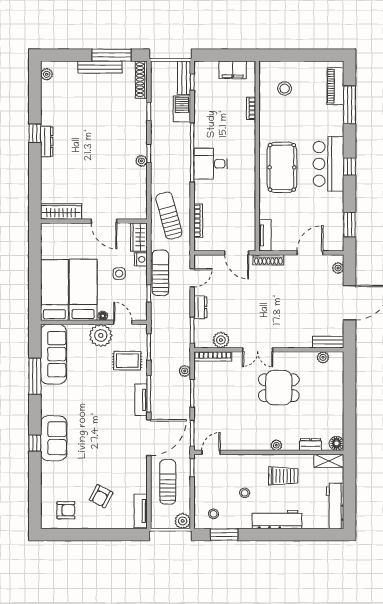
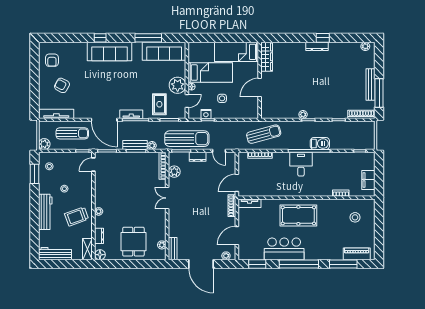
bench: (184, 78) -> (135, 145), moved
barbecue: (182, 109) -> (320, 144), moved
bar counter: (328, 164) -> (284, 249), moved
window: (349, 167) -> (299, 264), width x3.17
wardrobe: (139, 237) -> (248, 113), removed
door: (310, 253) -> (237, 236), swing flipped
nightstand: (141, 259) -> (206, 114), moved
sun lounger: (160, 273) -> (187, 139), moved, width x1.36, depth x1.34
bed: (54, 290) -> (237, 52), moved, turned 180
dining table: (279, 388) -> (133, 242), moved
sofa: (54, 438) -> (110, 51), width x1.36
door: (211, 452) -> (93, 164), swing flipped
trolley: (283, 476) -> (77, 216), turned 70
tv unit: (141, 511) -> (56, 114), width x1.41

